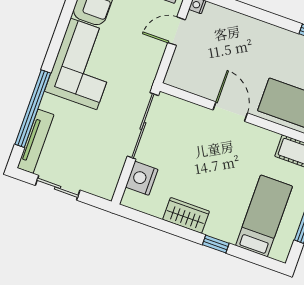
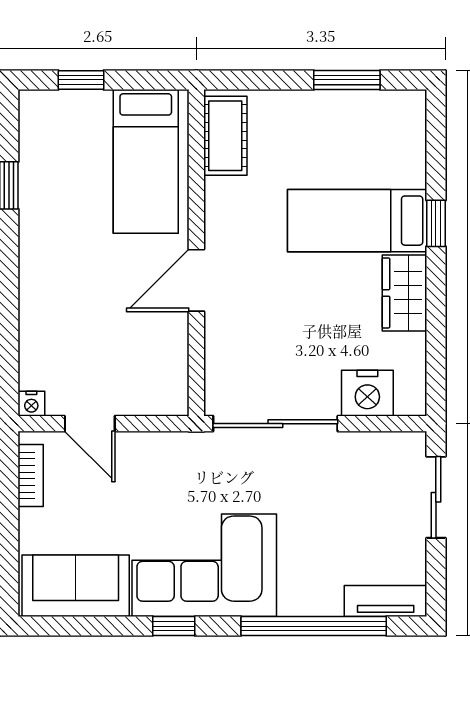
window: (58, 37) -> (174, 626), added
tv unit: (35, 141) -> (386, 601), width x0.71
sliding door: (58, 188) -> (436, 497), moved
bed: (264, 216) -> (357, 221), moved

